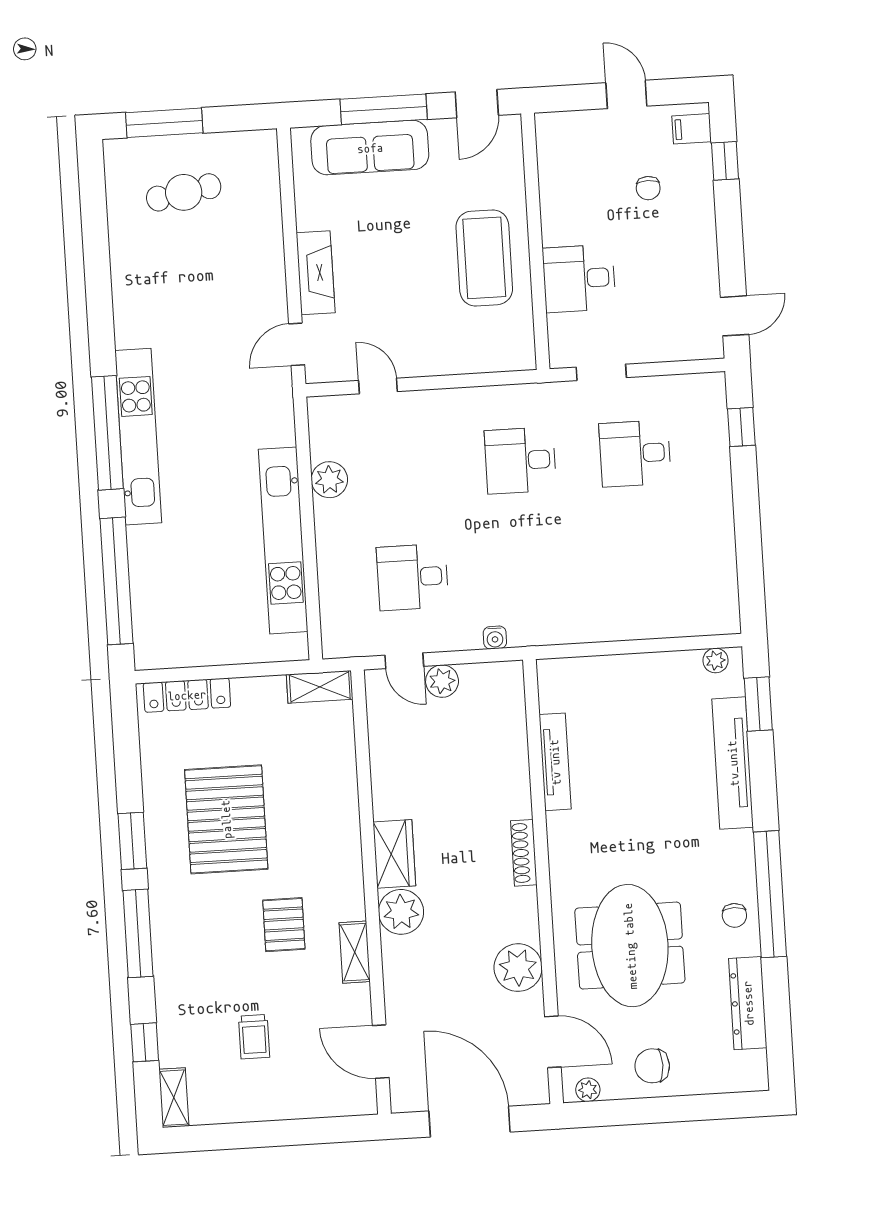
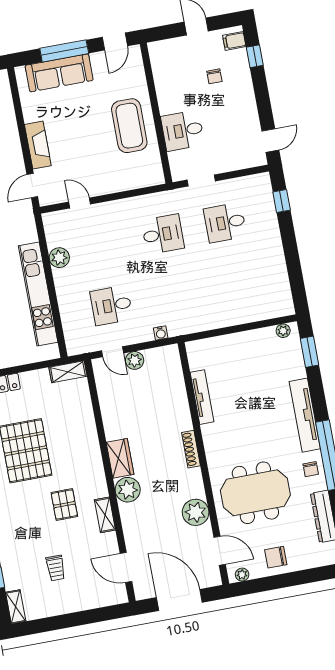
desk: (520, 460) -> (163, 234), turned 180
tv unit: (733, 763) -> (305, 415), moved
meeting table: (630, 946) -> (255, 493), turned 90

